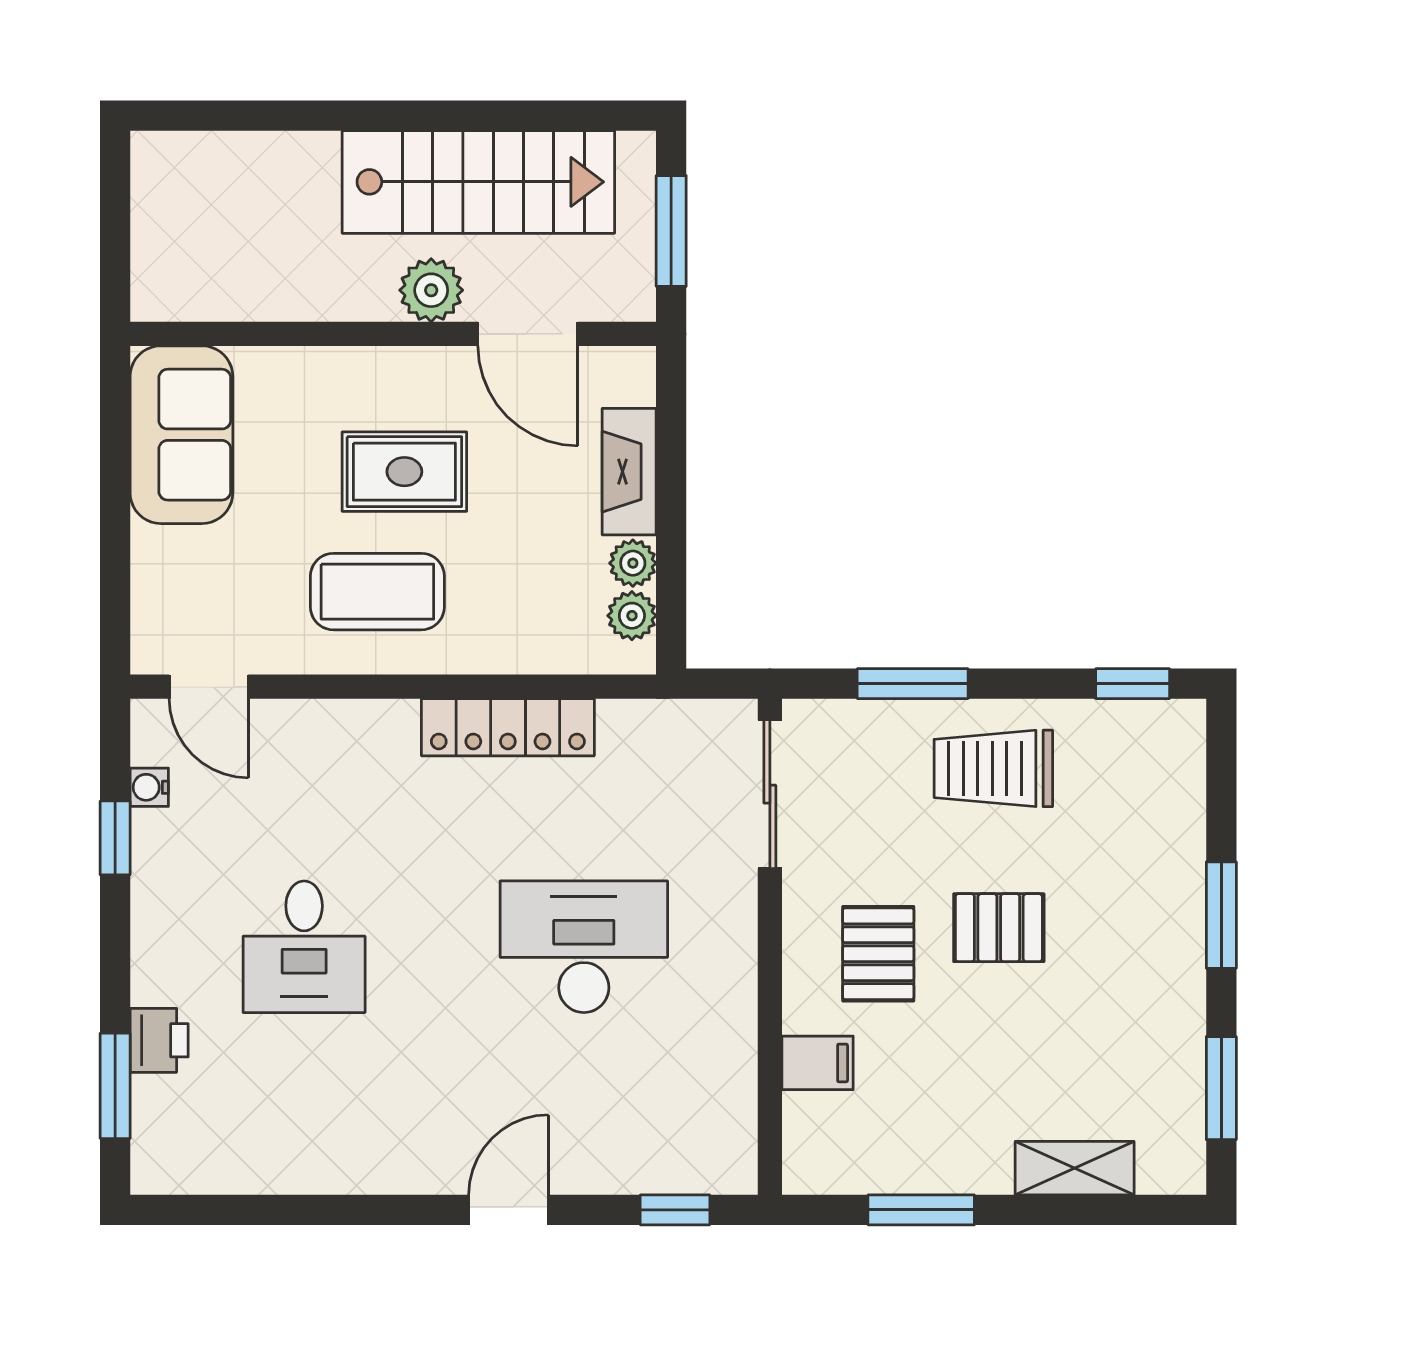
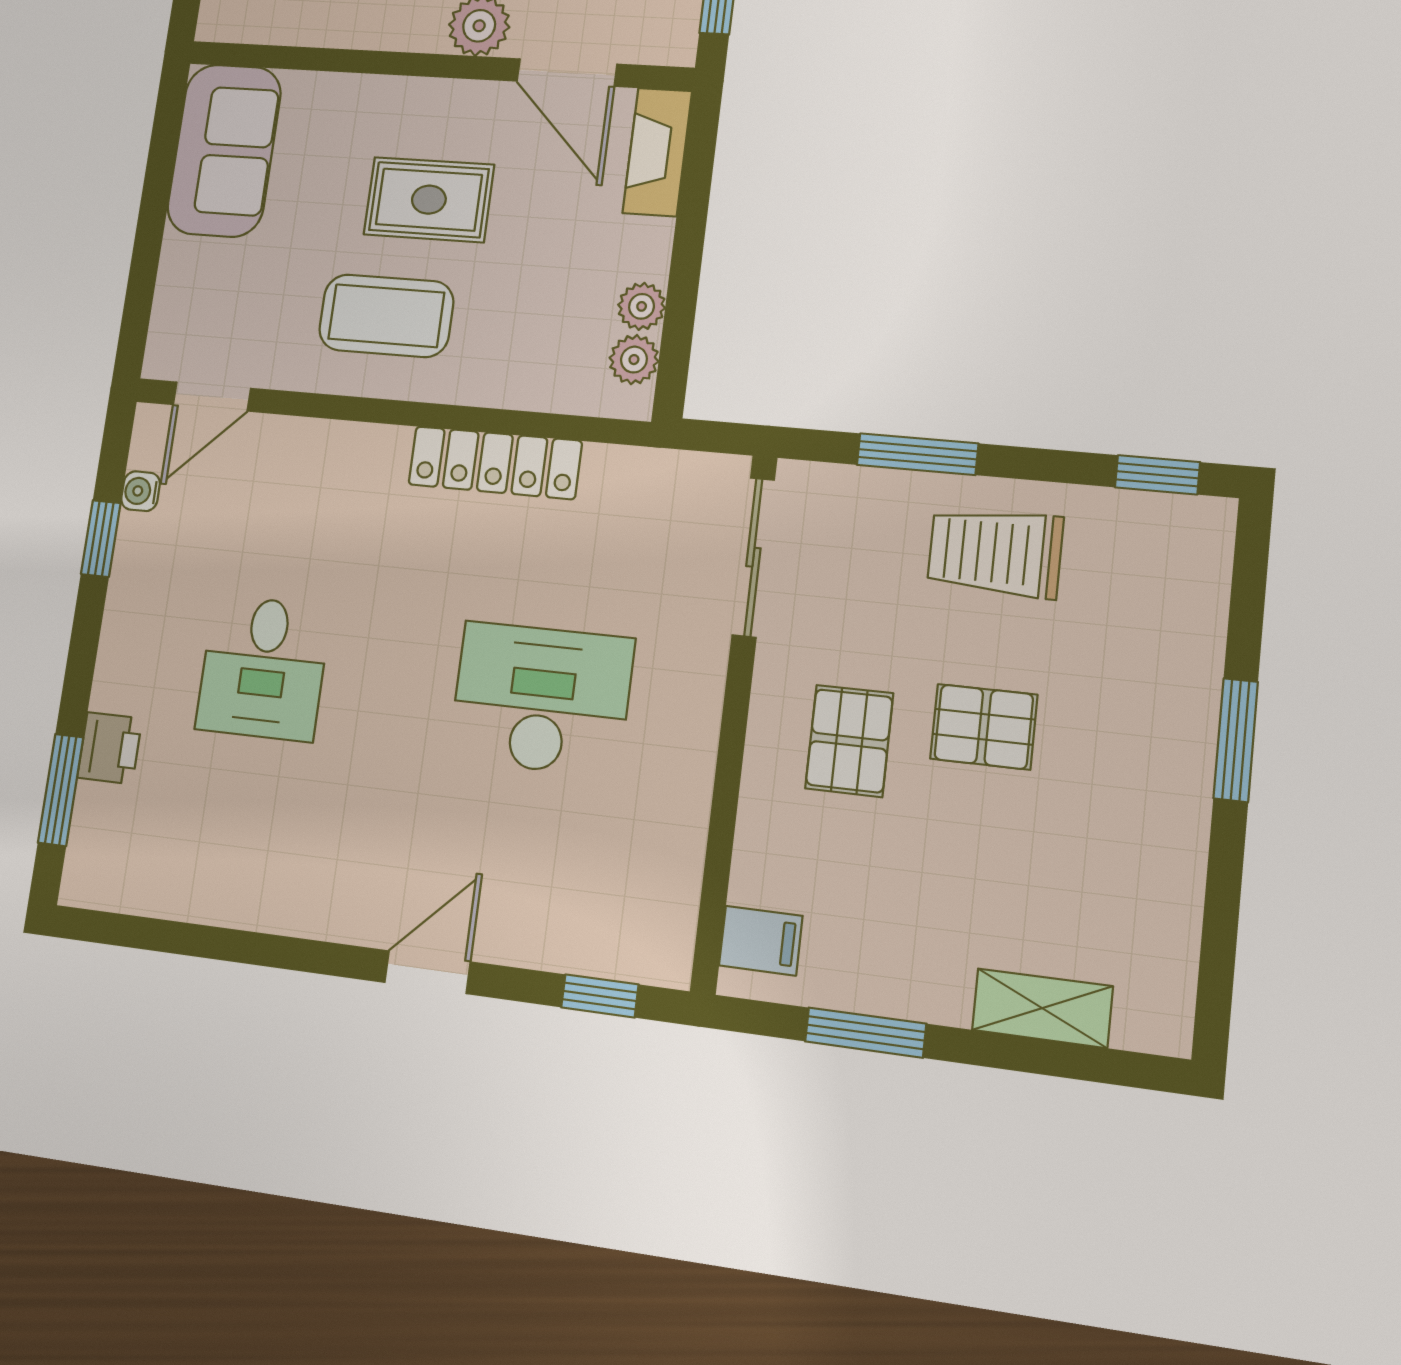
fireplace: (629, 472) -> (657, 152), moved
door: (209, 687) -> (212, 397), hinge flipped
filing cabinet: (818, 1063) -> (761, 941), moved
window: (1221, 1088) -> (1219, 938), removed

